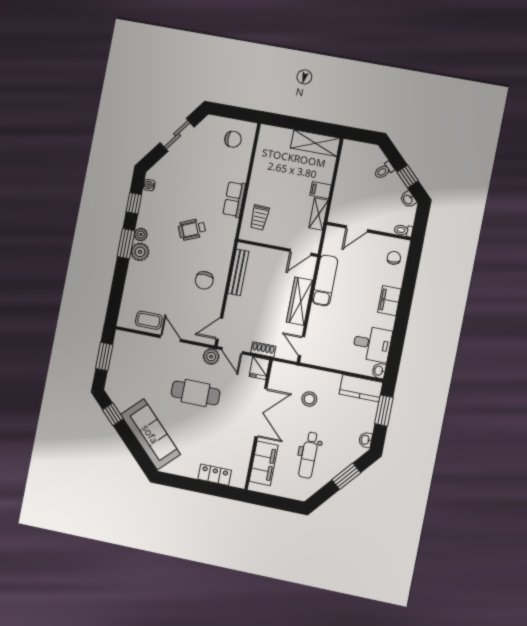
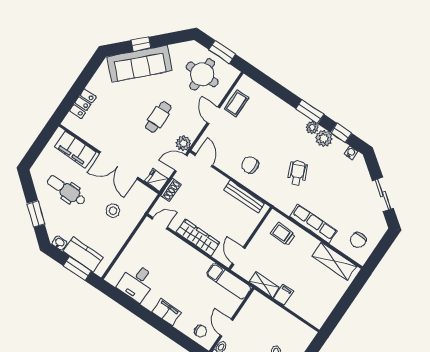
shelving: (315, 143) -> (335, 261), moved, turned 90
row of seats: (234, 199) -> (314, 224), width x1.48
door: (357, 229) -> (226, 328), moved
plant: (140, 252) -> (324, 138), moved
exam couch: (325, 280) -> (229, 281), moved
door: (170, 338) -> (213, 115), swing flipped
round table: (135, 367) -> (202, 74), added
washbasin: (379, 371) -> (112, 279), removed
kitchen counter: (361, 388) -> (83, 254), moved, turned 90
cafe table: (196, 393) -> (158, 117), width x0.73, depth x0.74
window: (113, 414) -> (141, 44), moved

